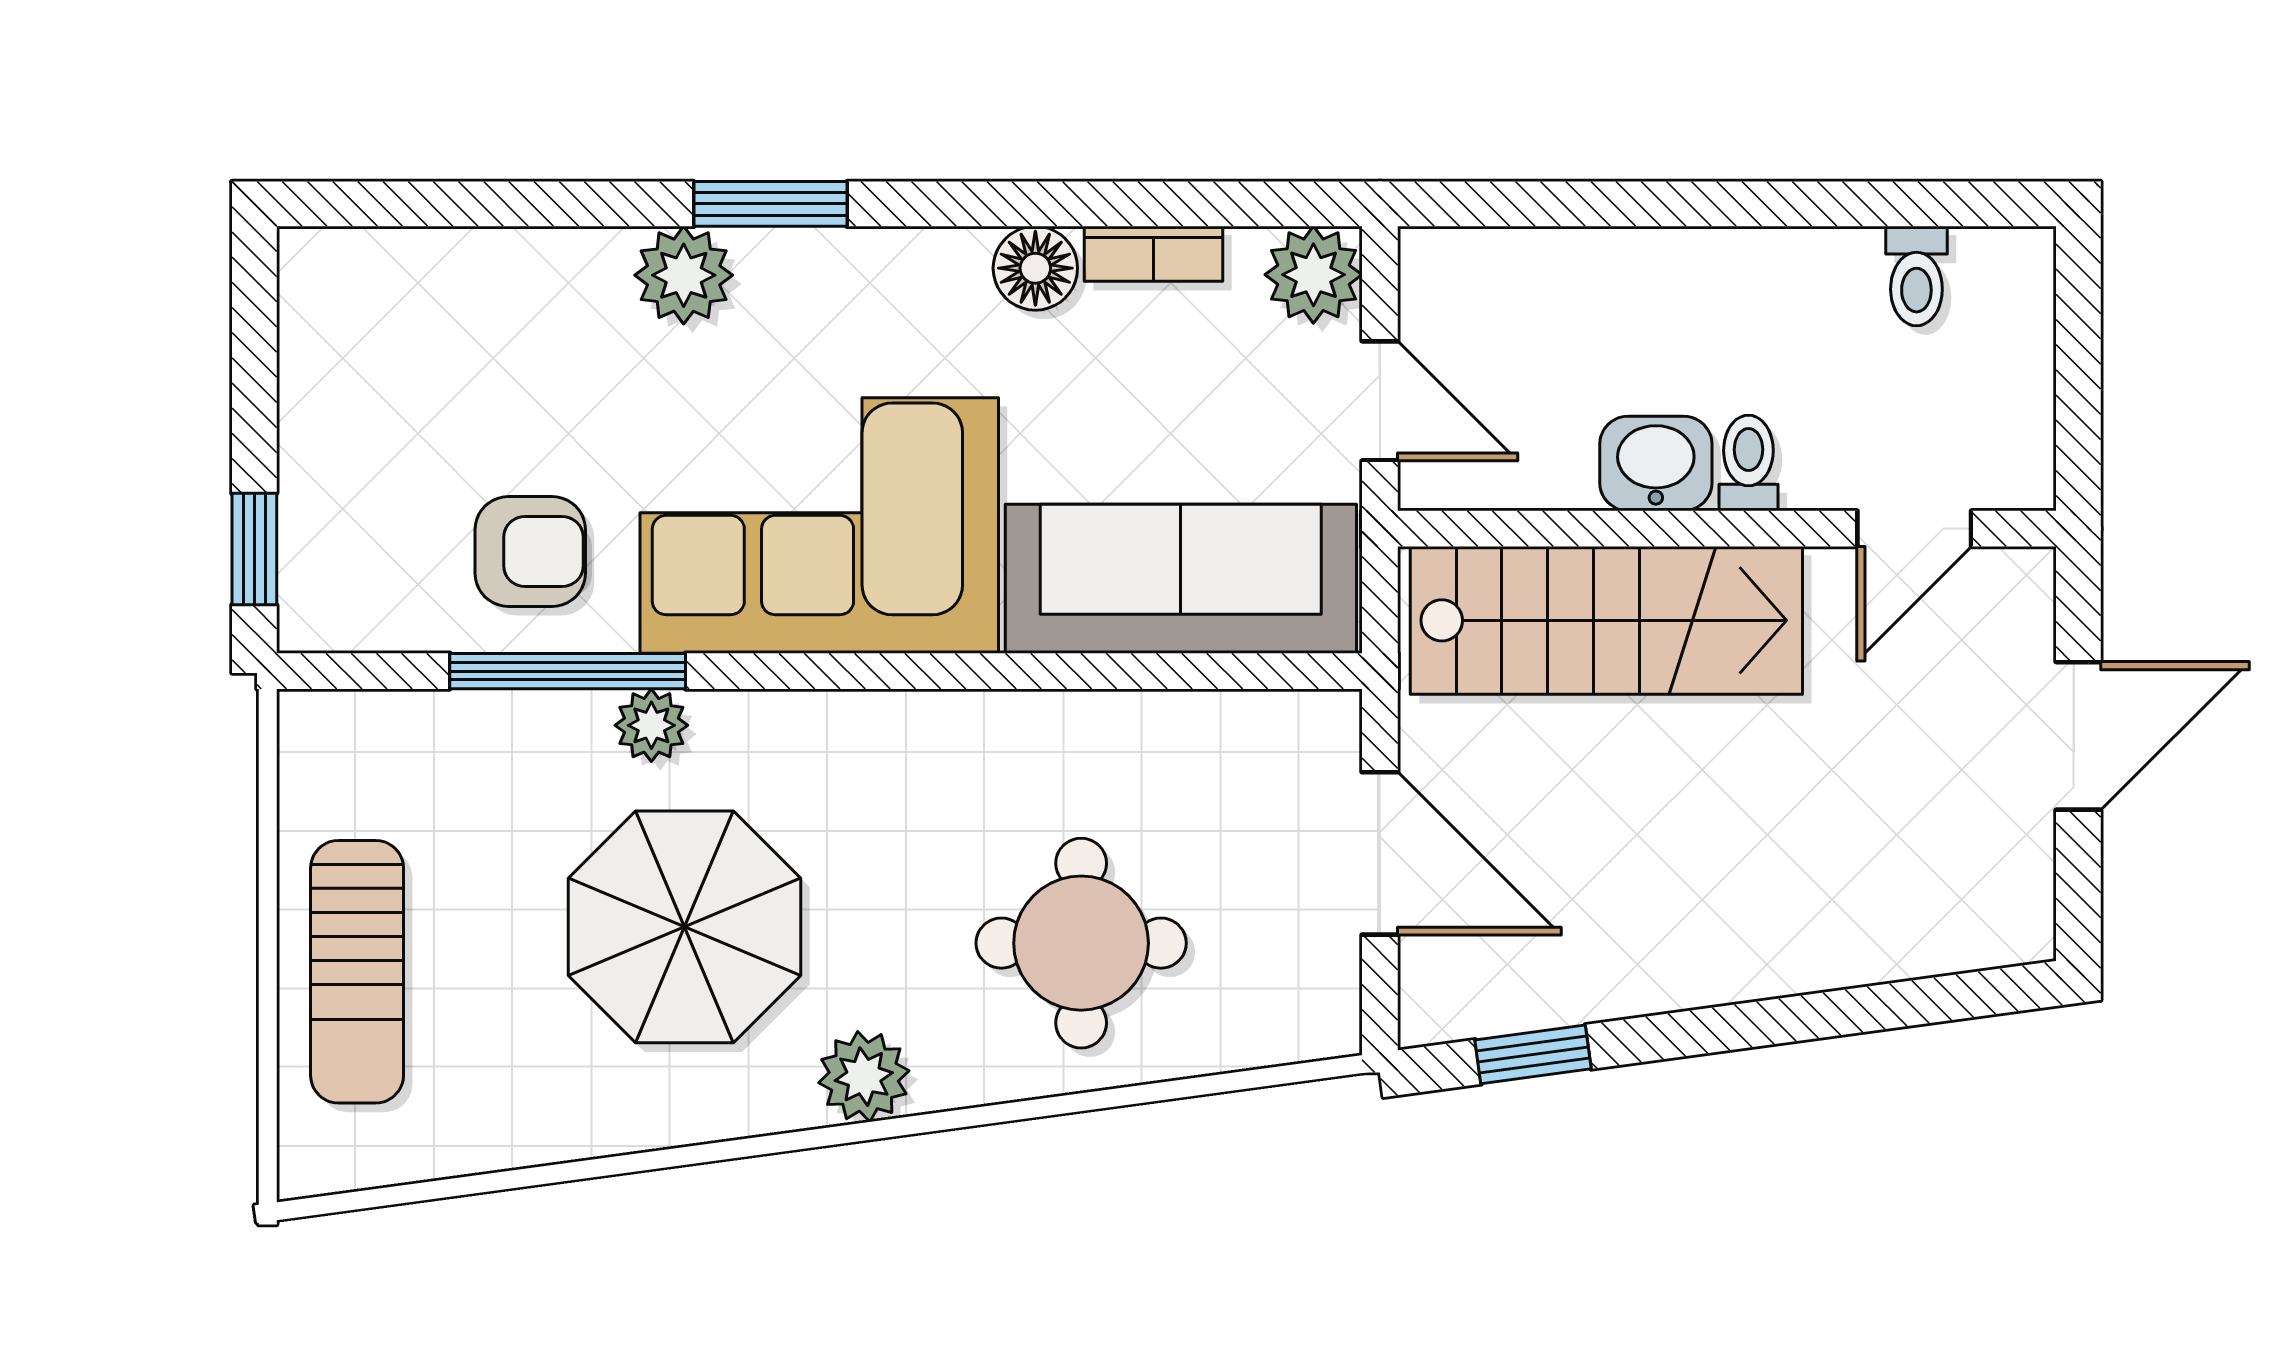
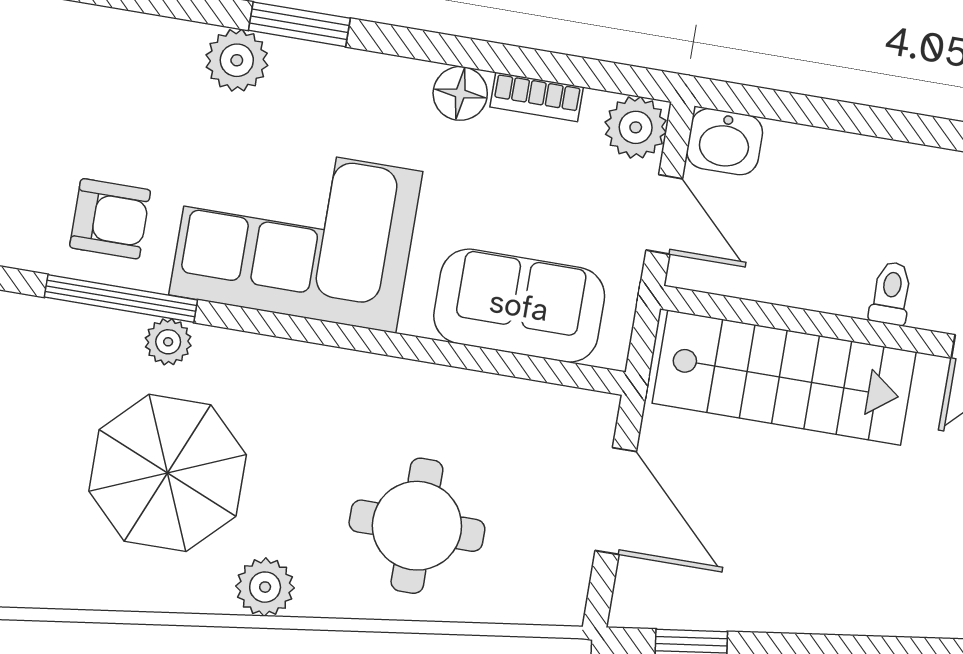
washbasin: (1656, 463) -> (725, 142), moved, turned 180
sofa: (1181, 579) -> (519, 306), width x0.73

